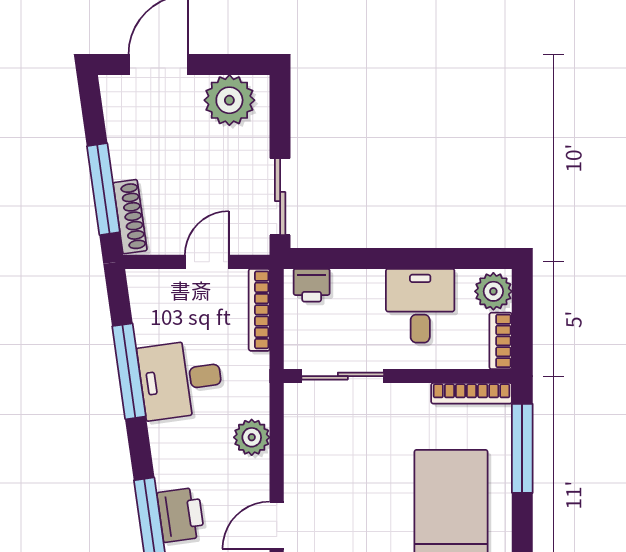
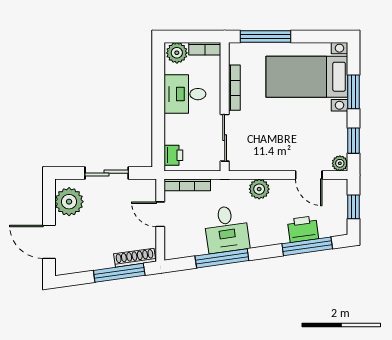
sliding door: (280, 197) -> (107, 173), moved
bookcase: (472, 393) -> (234, 88), moved

